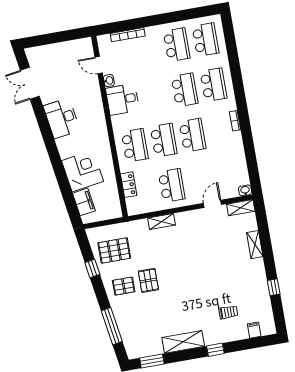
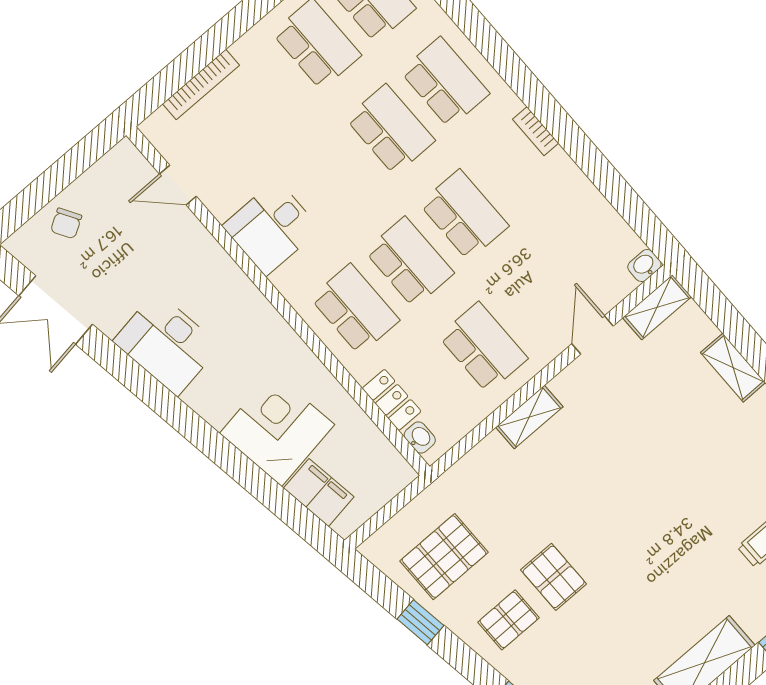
chair: (52, 55) -> (66, 223), added
washbasin: (109, 81) -> (420, 438), moved
shelving: (161, 222) -> (529, 417), moved

